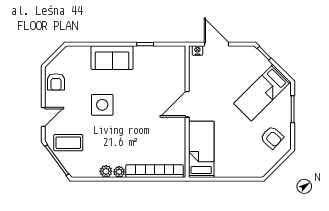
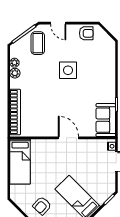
sofa: (112, 58) -> (106, 120), moved
armchair: (56, 82) -> (86, 33), turned 180
bed: (201, 149) -> (20, 162), moved, turned 90
plant: (119, 172) -> (14, 63), moved

